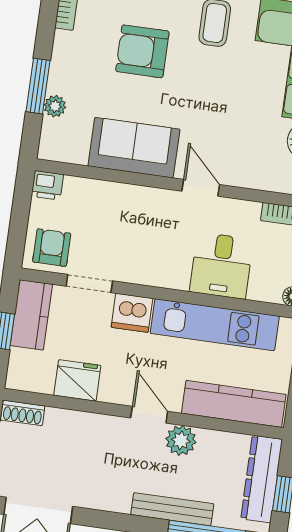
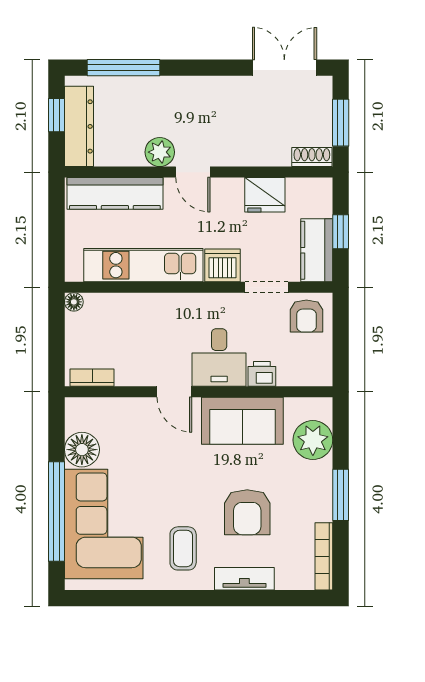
armchair: (142, 51) -> (247, 512), turned 90
window: (38, 86) -> (341, 495), moved
plant: (55, 106) -> (313, 440), width x1.88, depth x1.88
printer: (47, 185) -> (262, 374), moved
desk: (221, 266) -> (219, 358), moved, turned 180
bench: (172, 509) -> (159, 86), removed

